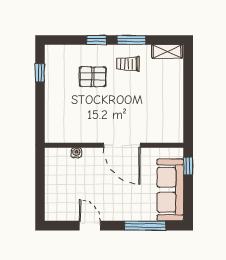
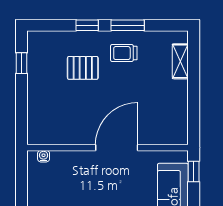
shelving: (167, 51) -> (180, 61), moved, turned 90
door: (122, 145) -> (117, 148), swing flipped
water cooler: (76, 153) -> (44, 156), moved

